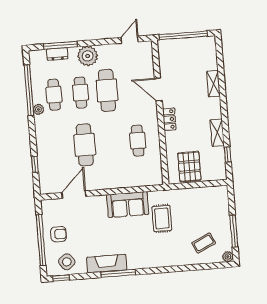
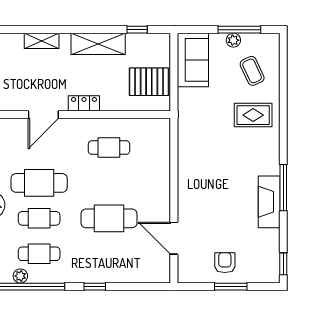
plant: (38, 109) -> (20, 276), moved
shelving: (217, 133) -> (98, 44), width x1.50, depth x1.33
window: (35, 164) -> (95, 287), moved
sofa: (128, 205) -> (193, 60), moved
rug: (162, 218) -> (253, 115), moved
window: (41, 240) -> (231, 287), width x0.47
plant: (228, 257) -> (233, 40), moved
side table: (67, 262) -> (262, 255), removed

